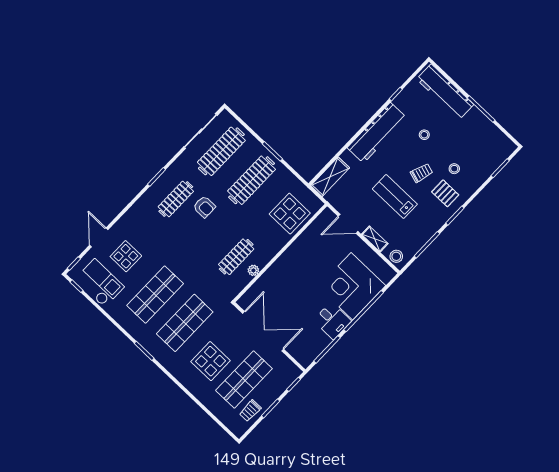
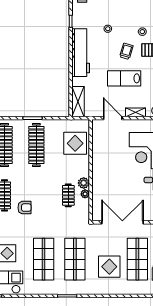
armchair: (204, 207) -> (25, 208), moved
door: (348, 224) -> (113, 118), swing flipped
clothes rail: (236, 257) -> (68, 195), width x0.73
plant: (262, 259) -> (84, 183), added

